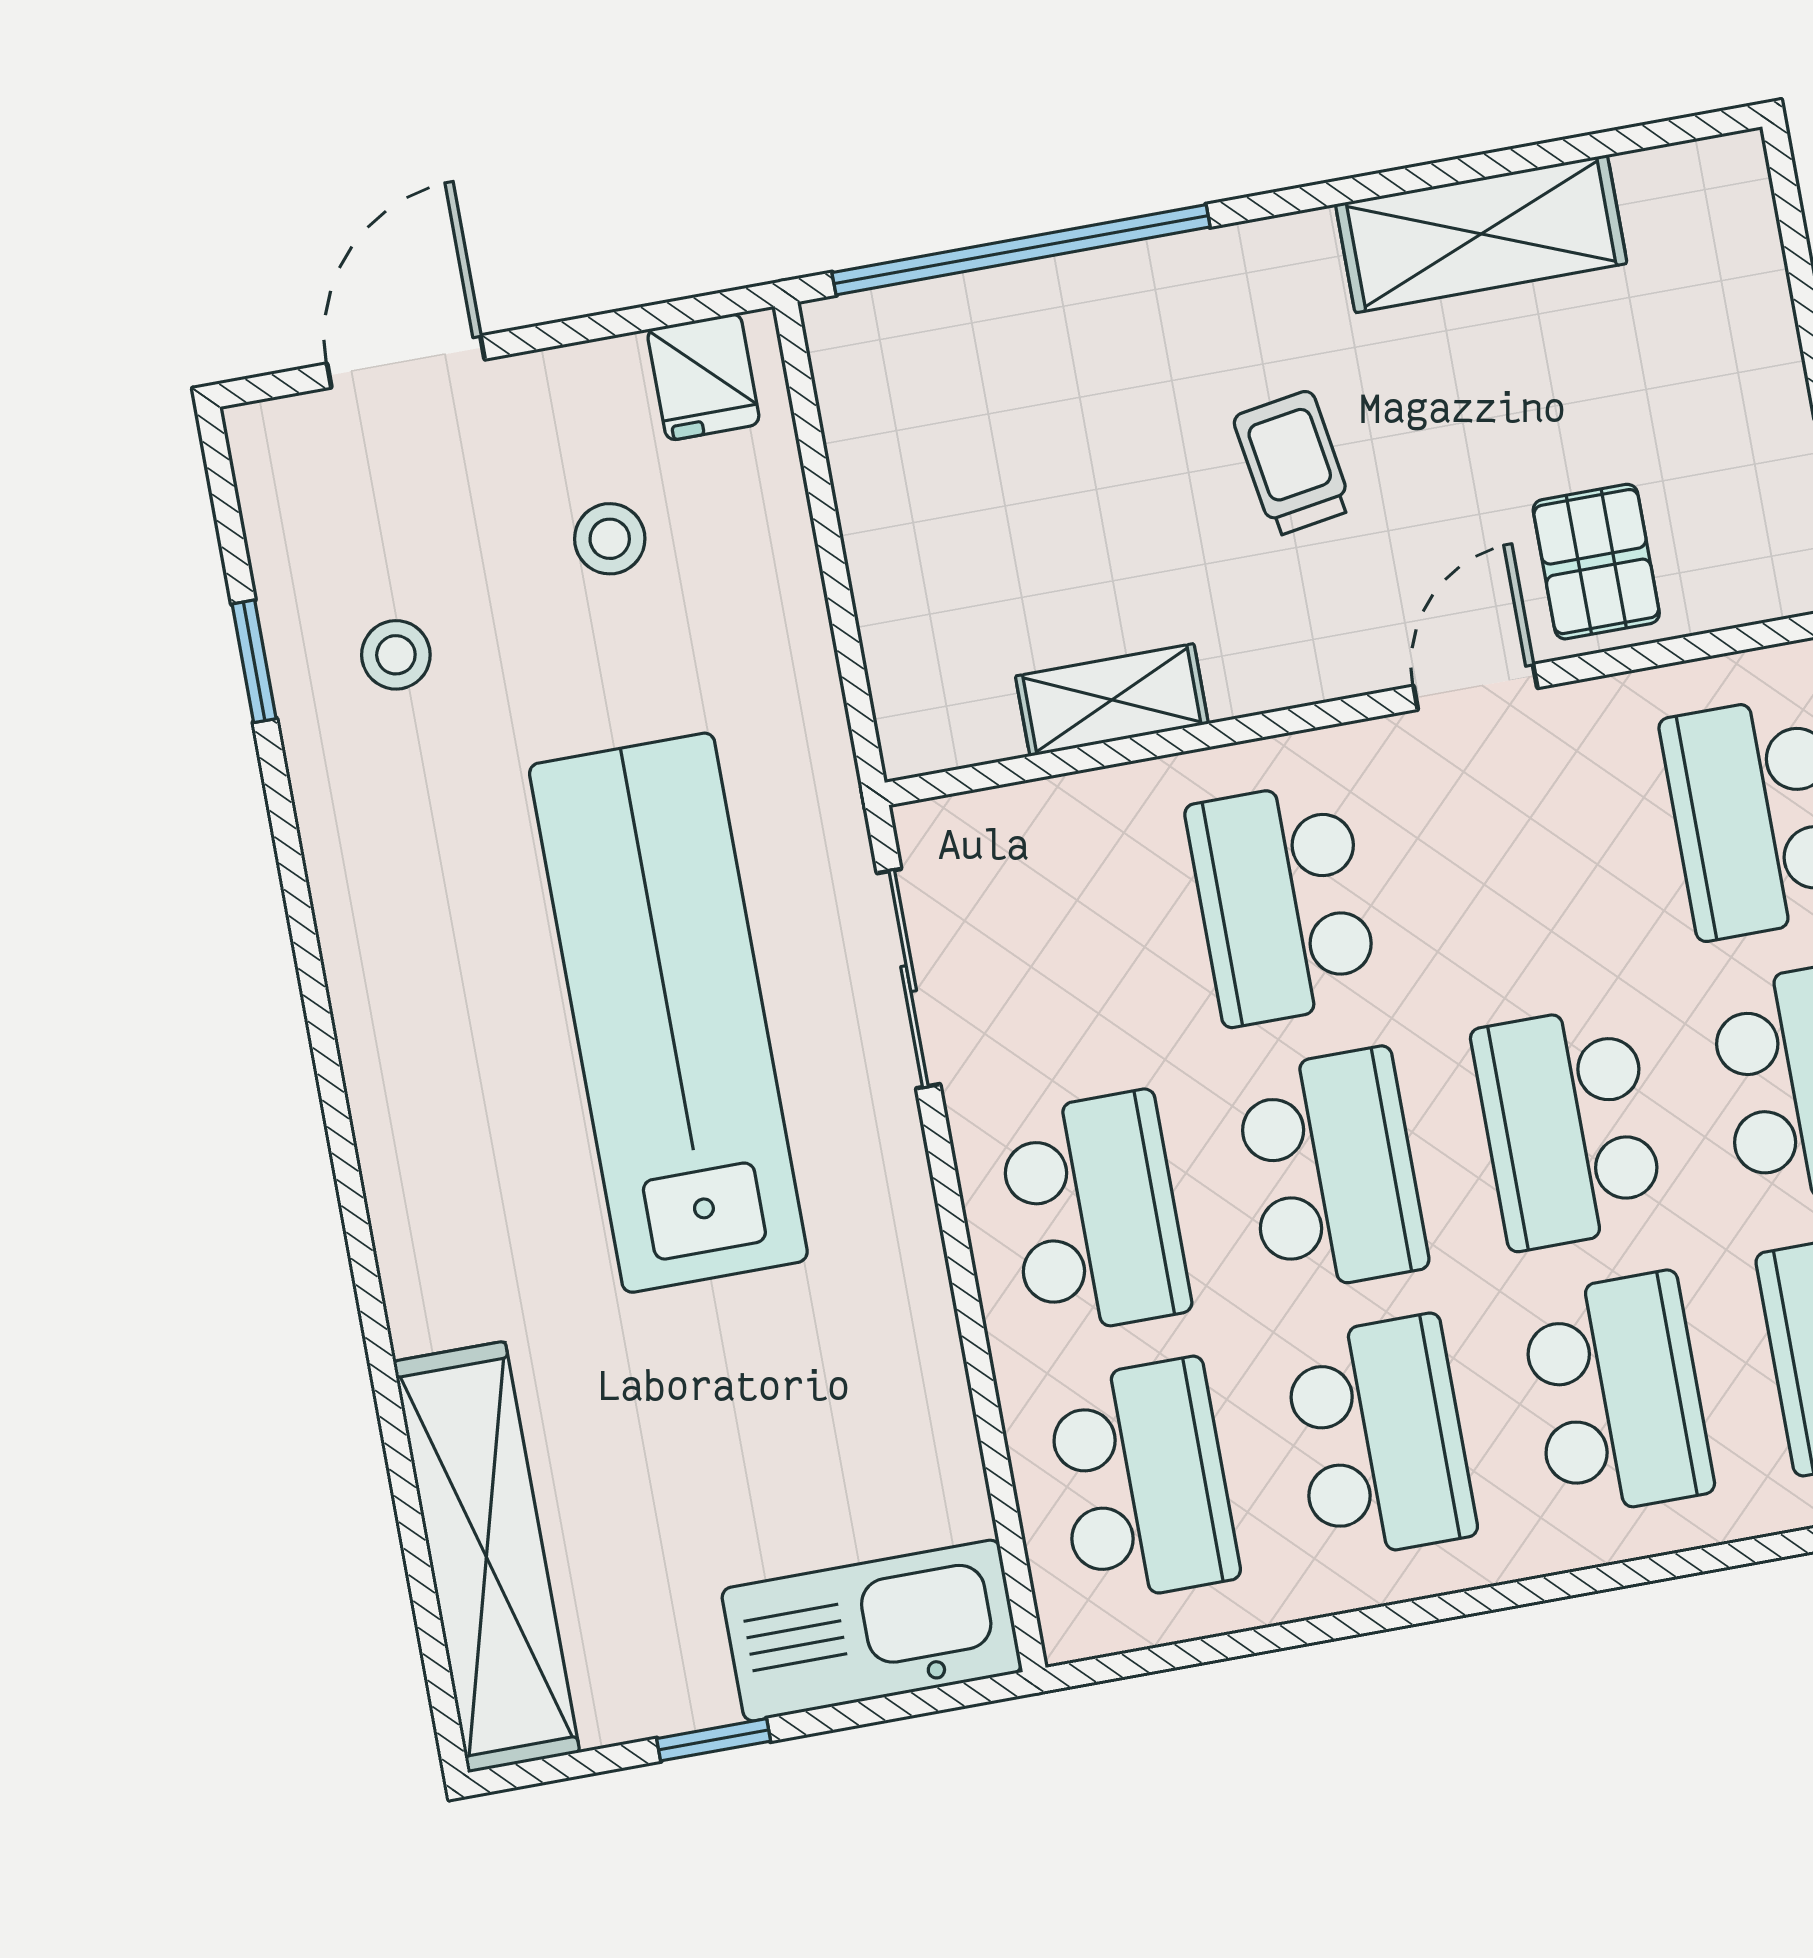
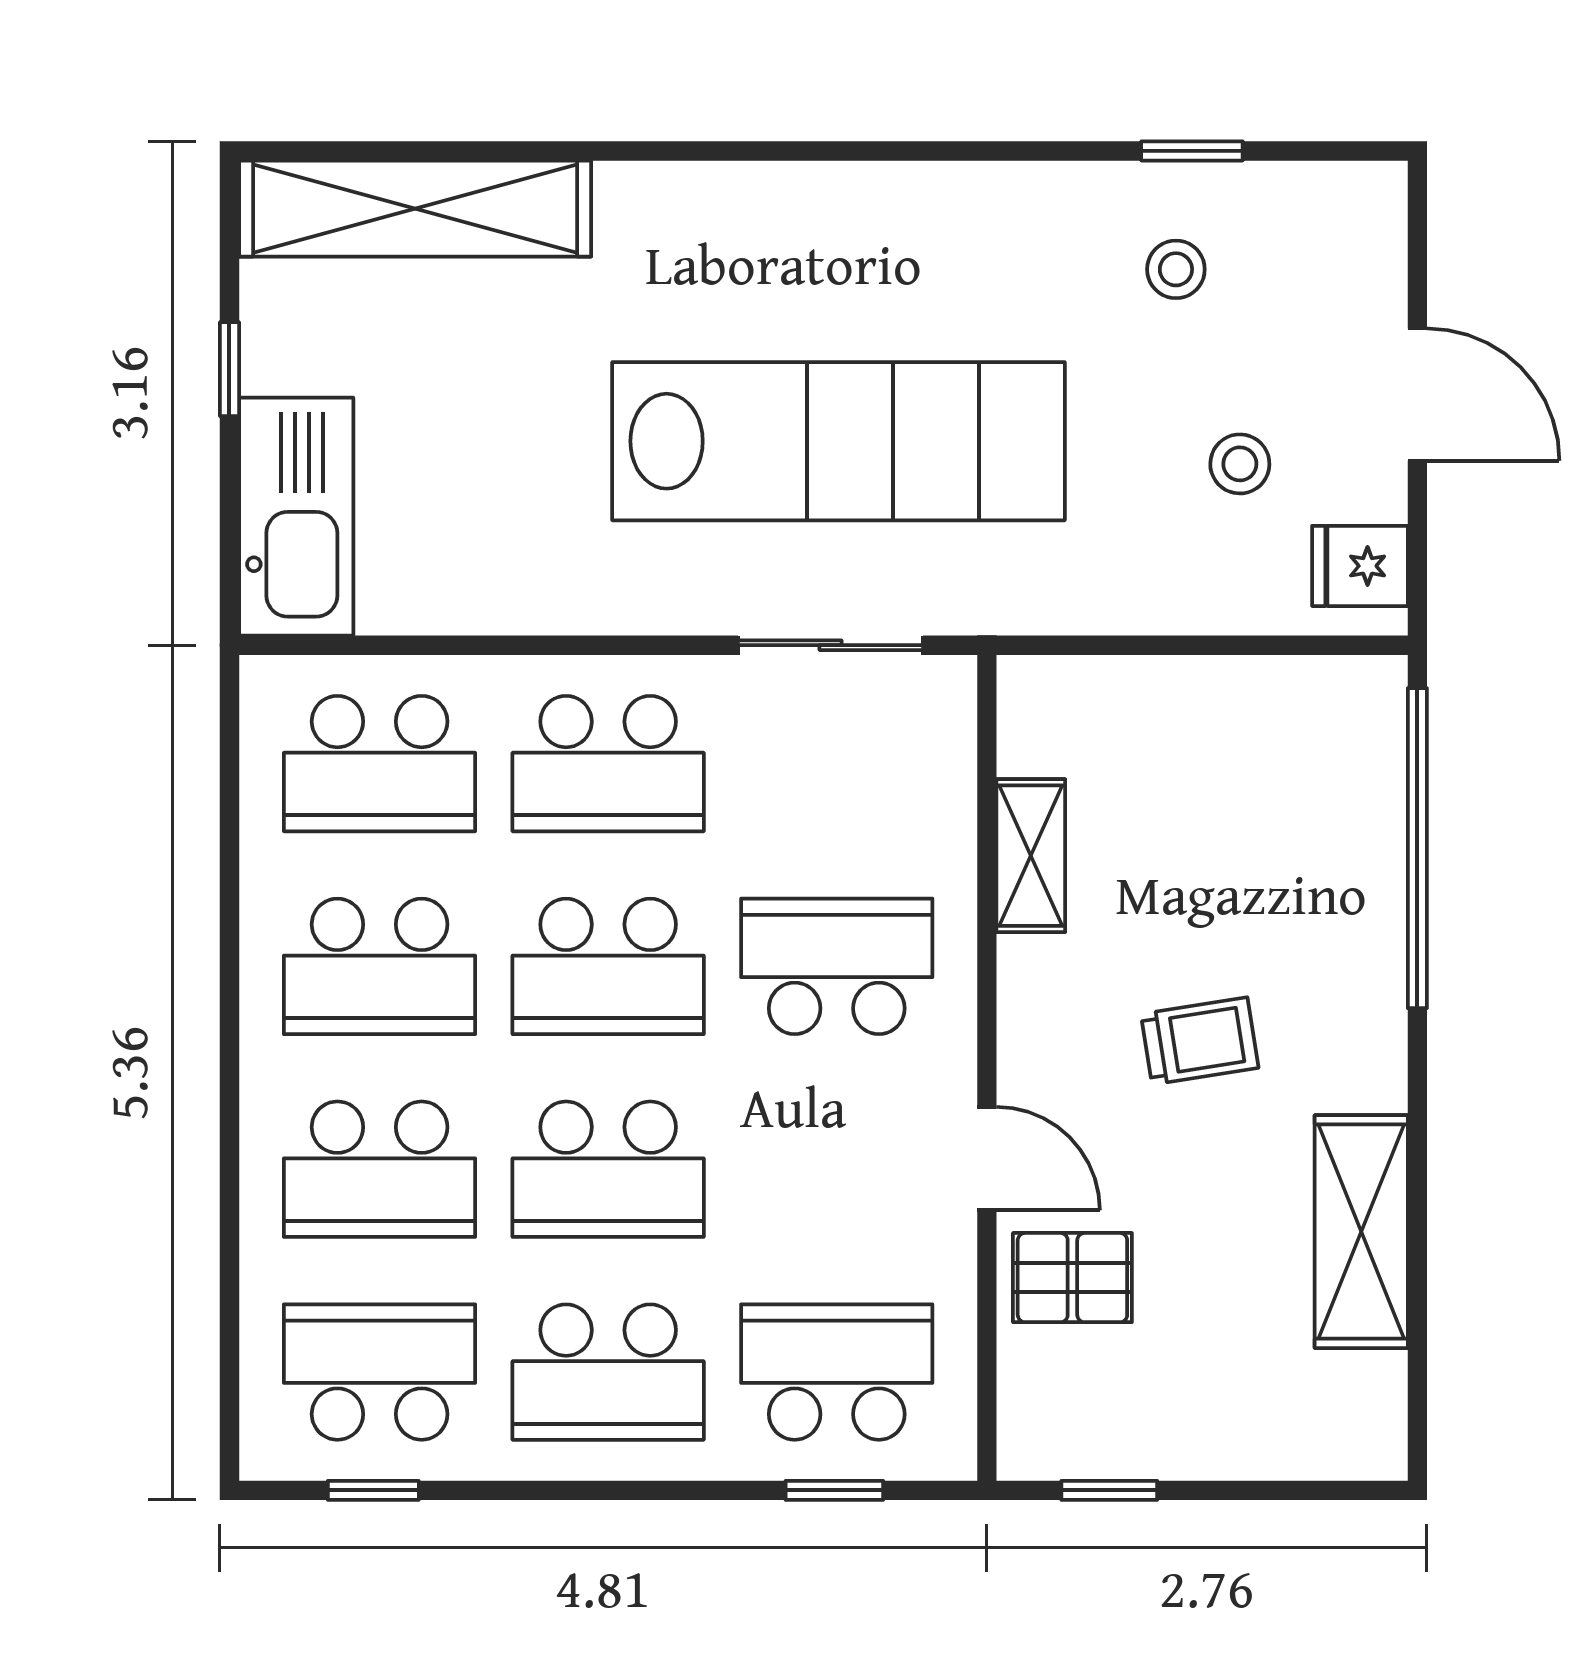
door: (406, 361) -> (1417, 395), moved
school desk: (1568, 1127) -> (608, 1169), turned 180

